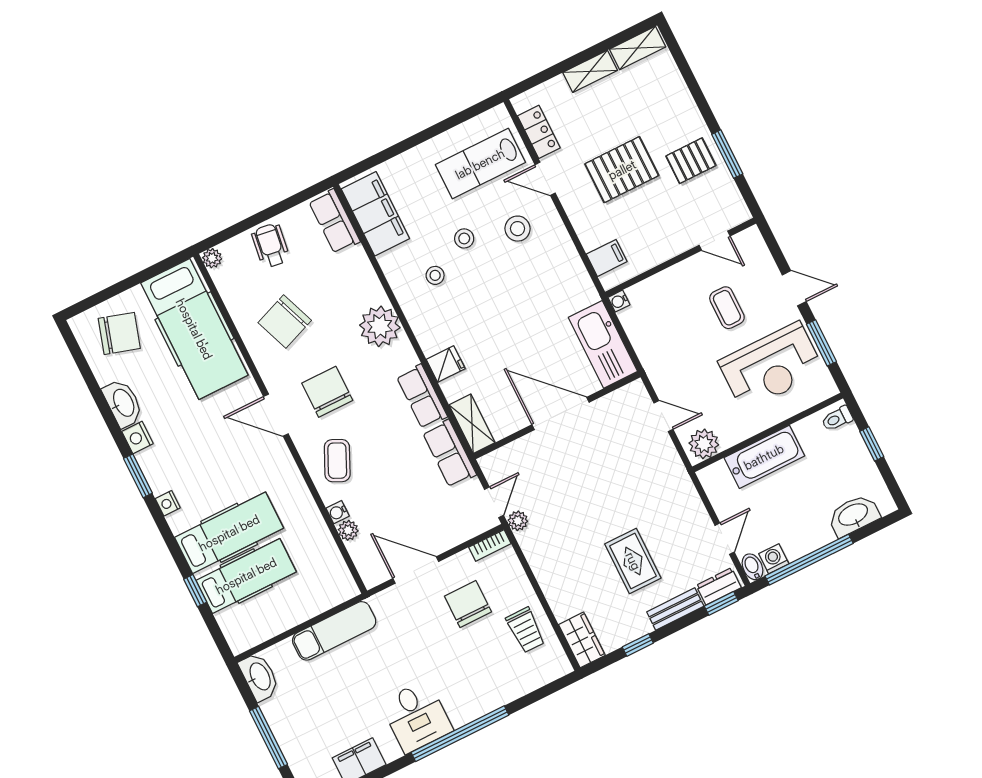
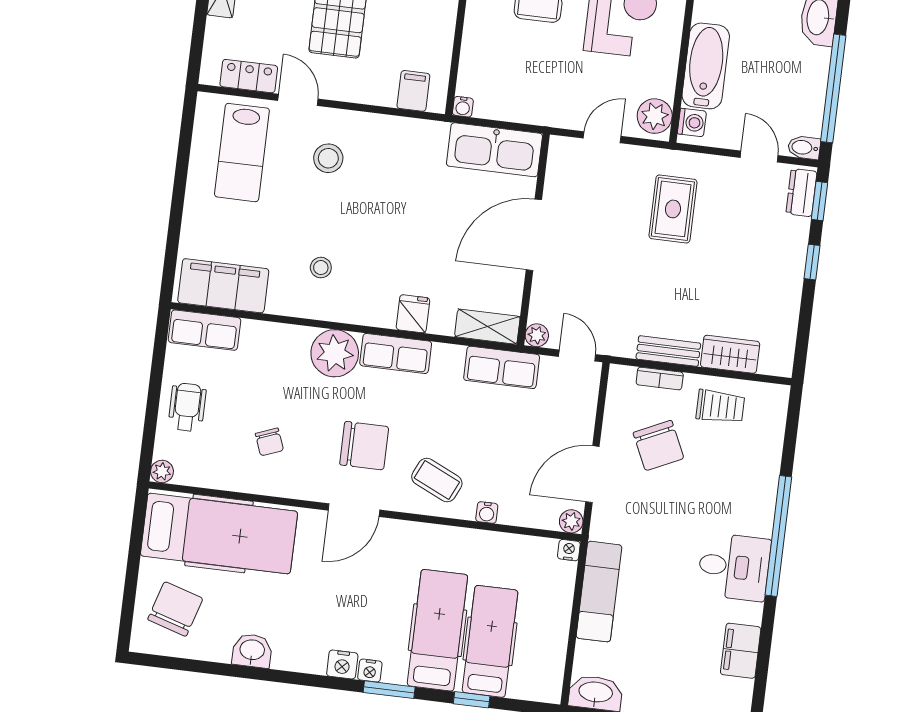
door: (545, 179) -> (298, 100), swing flipped
stool: (464, 238) -> (304, 216), removed
wheelchair: (271, 246) -> (187, 407), turned 82
chair: (285, 322) -> (269, 442), width x0.54, depth x0.54
chair: (327, 392) -> (364, 446), turned 180
row of seats: (422, 396) -> (396, 353), moved
washbasin: (123, 403) -> (252, 651), width x0.72
nightstand: (137, 438) -> (342, 665), moved
window: (138, 476) -> (389, 690), moved
plant: (518, 521) -> (537, 335), moved
plant: (348, 530) -> (571, 521), moved
bookcase: (490, 545) -> (660, 379), moved, turned 90
washing machine: (774, 559) -> (692, 122), moved, turned 180
rug: (633, 561) -> (673, 209), moved, turned 90
nightstand: (350, 589) -> (569, 550), added
chair: (468, 604) -> (658, 445), turned -115
bench: (675, 609) -> (668, 351), moved, turned 90
wardrobe: (582, 640) -> (730, 354), moved
window: (638, 645) -> (812, 262), moved

